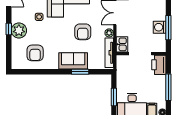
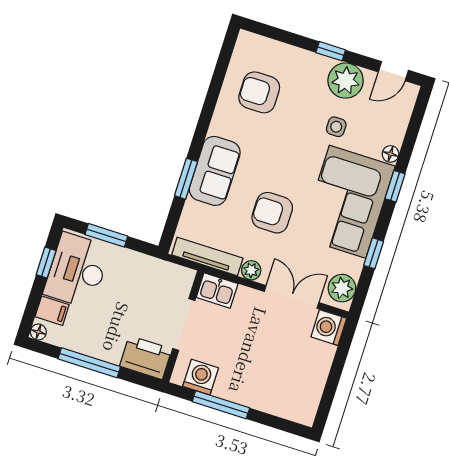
washing machine: (160, 27) -> (201, 377), moved
plant: (19, 31) -> (346, 81), moved

